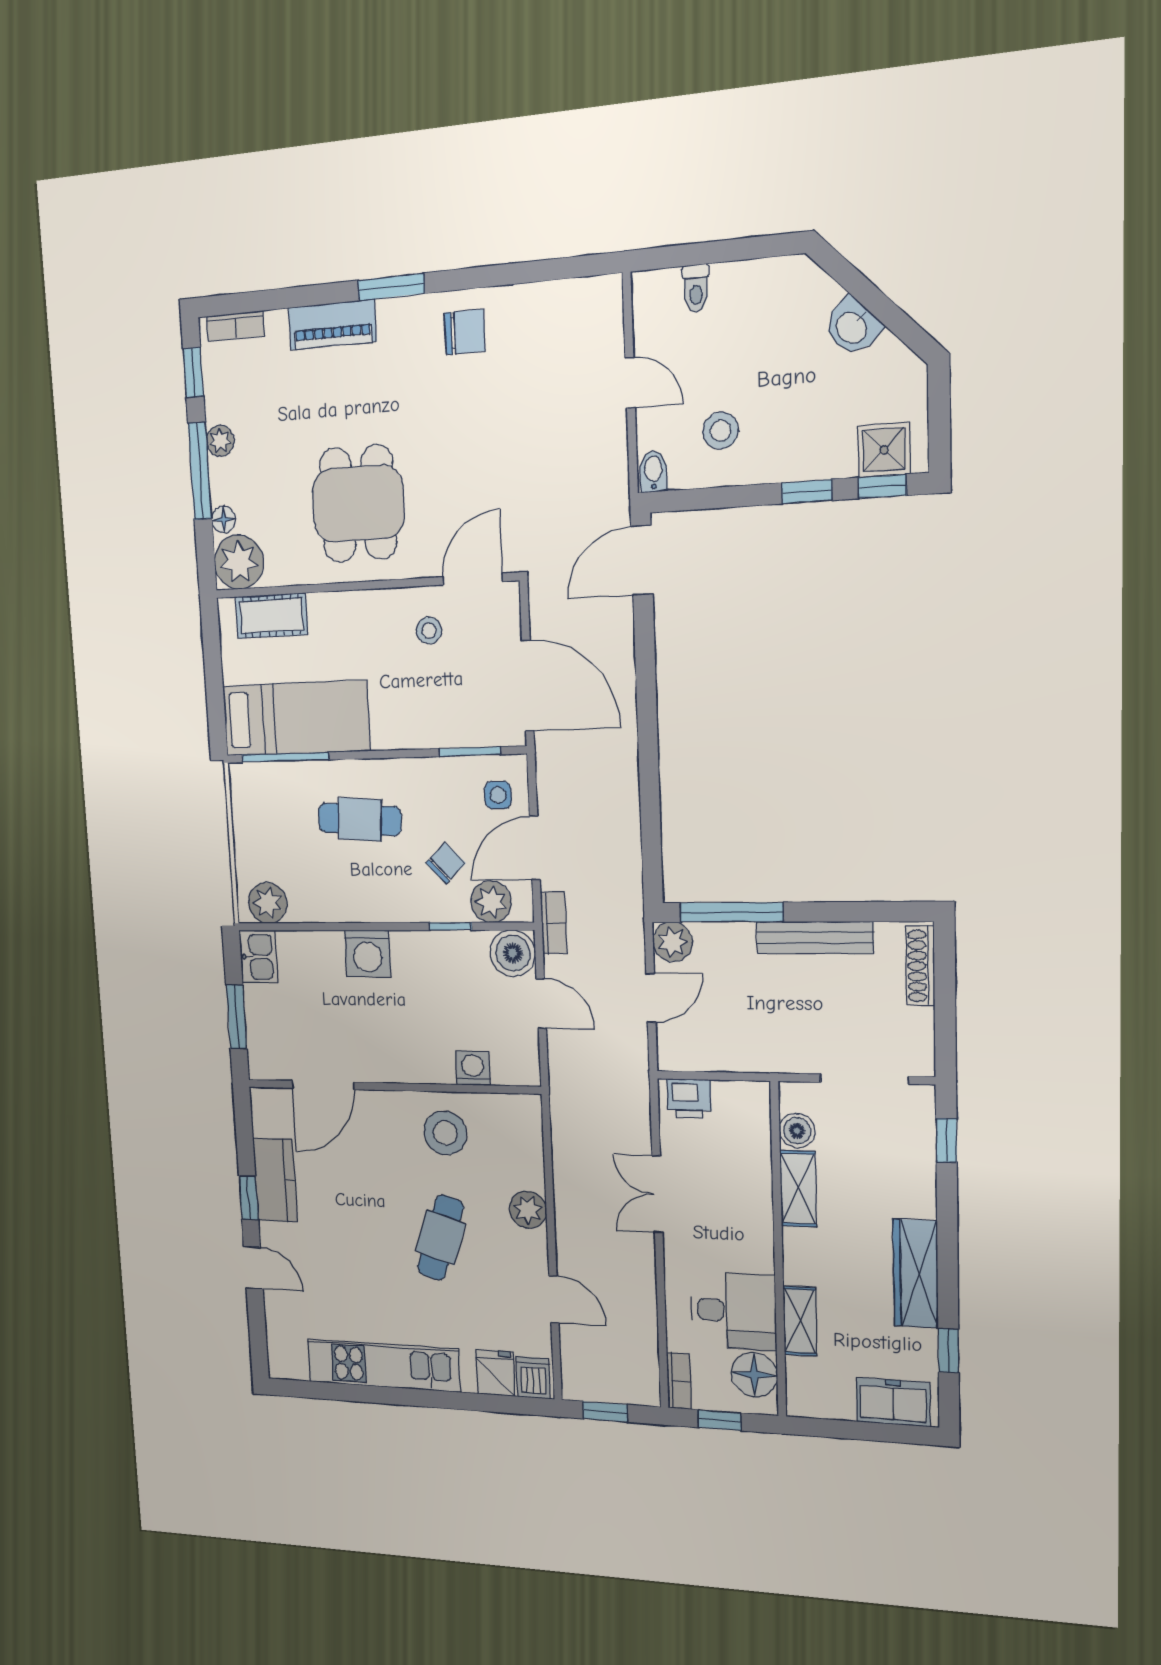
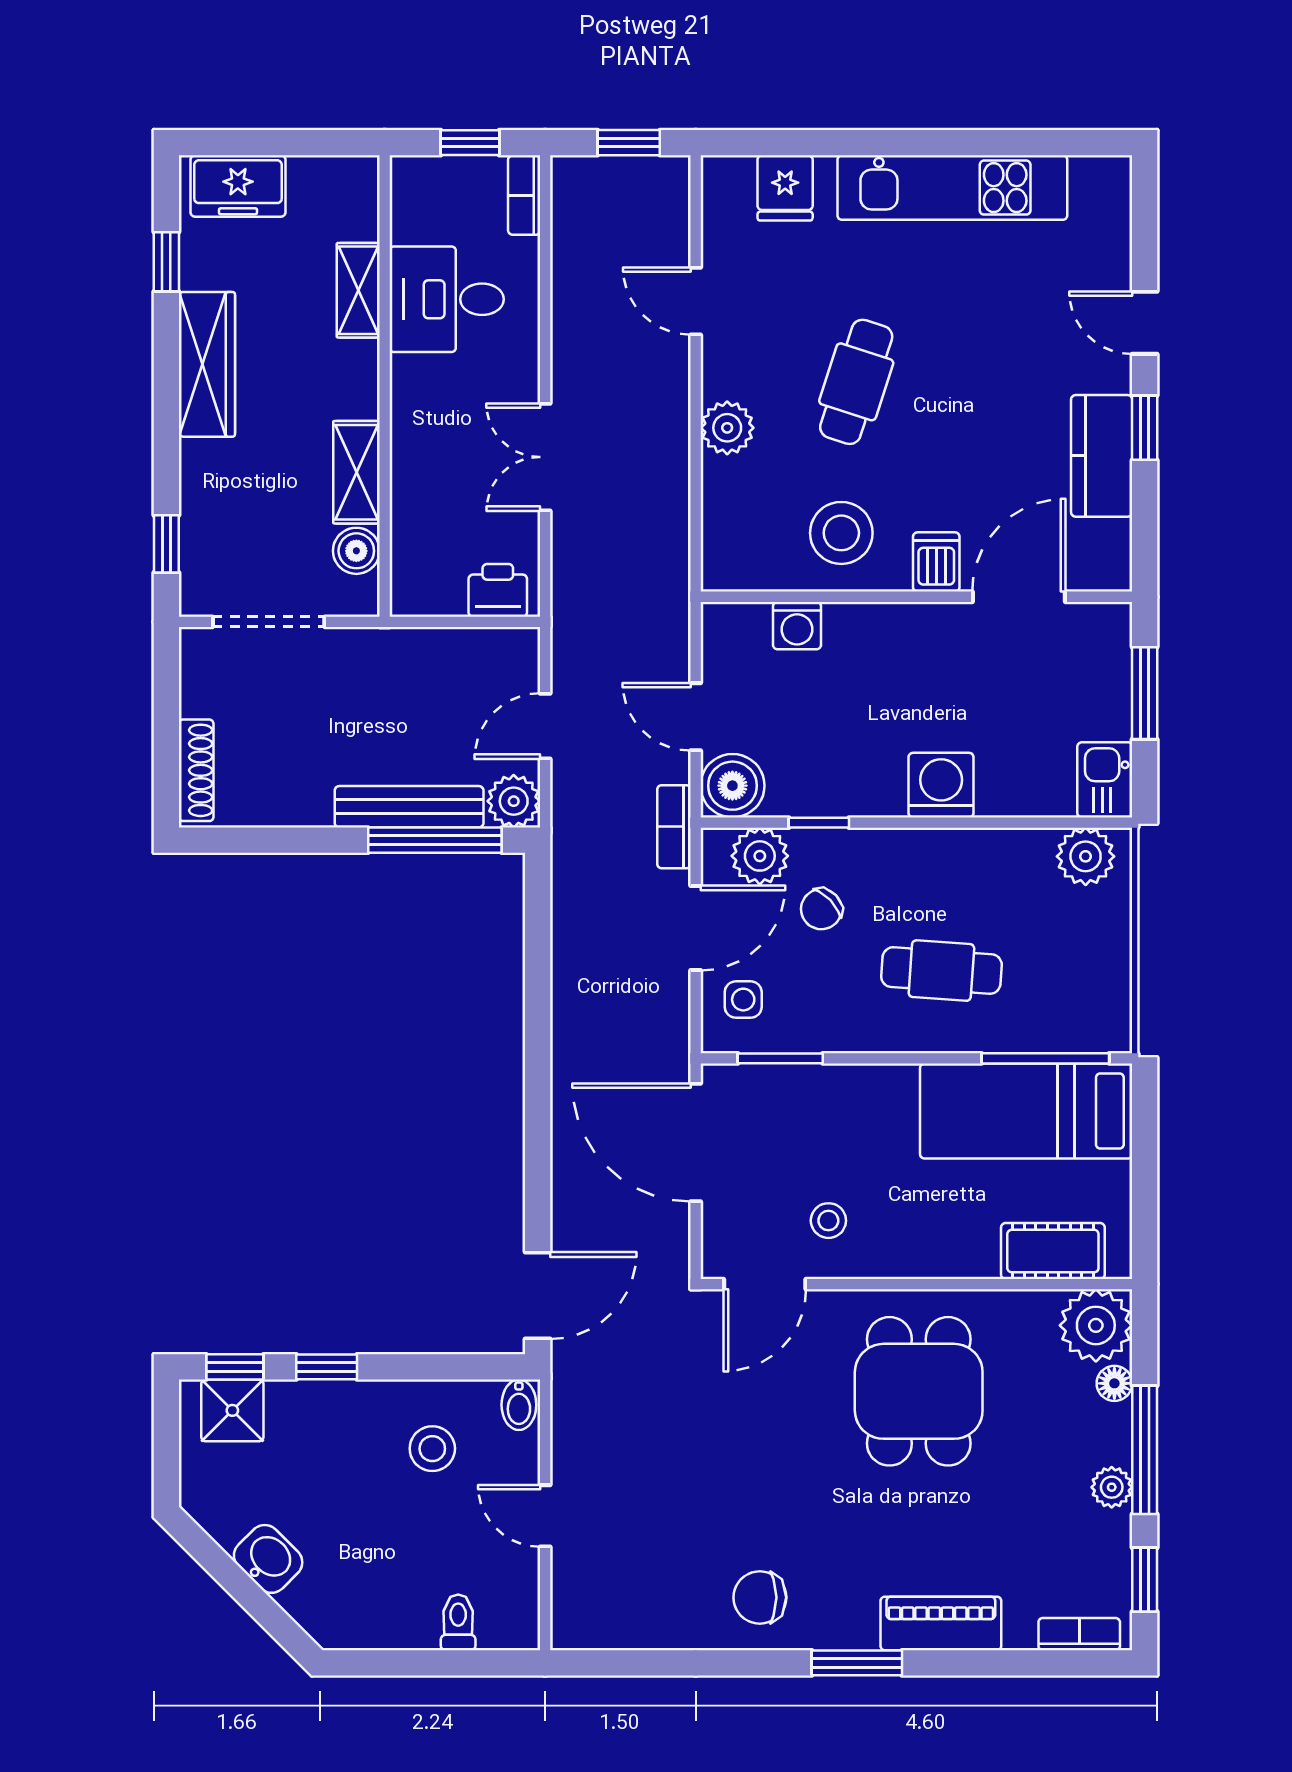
bench: (815, 938) -> (409, 807), moved
double door: (657, 1194) -> (545, 457), swing flipped
floor lamp: (754, 1375) -> (421, 211), removed
dishwasher: (533, 1378) -> (936, 562), moved, turned 180

